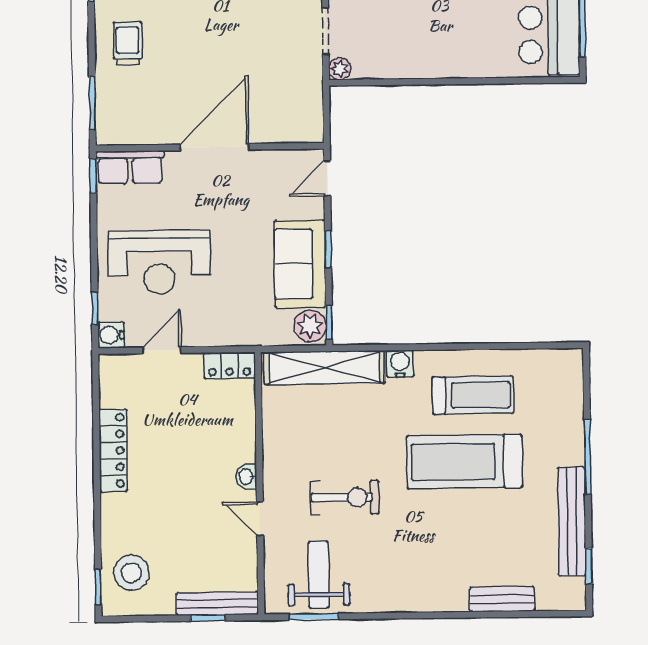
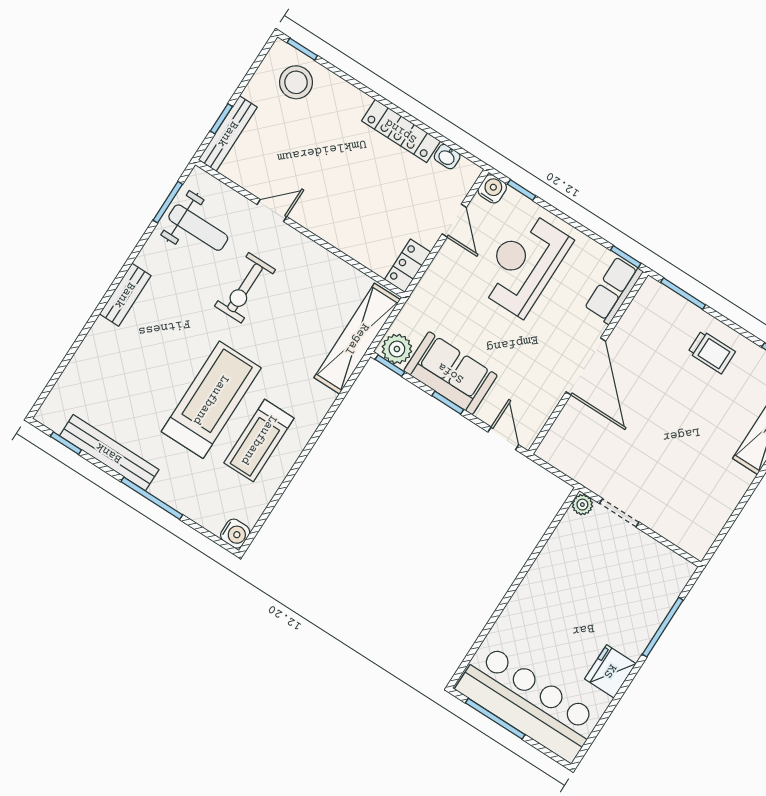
water cooler: (400, 364) -> (235, 534), moved
washbasin: (247, 476) -> (447, 157), moved, turned 180
bench: (502, 599) -> (125, 295), moved

